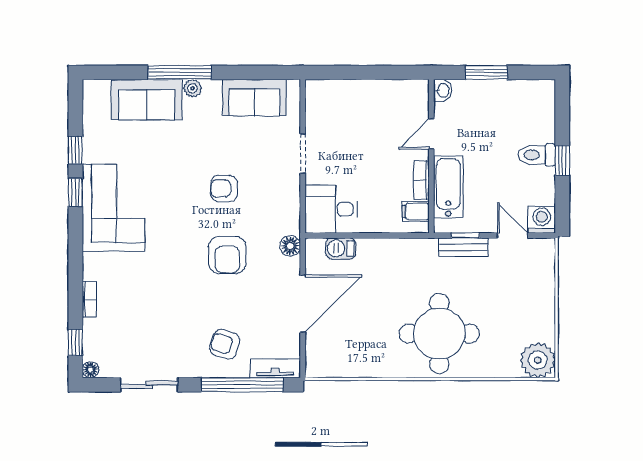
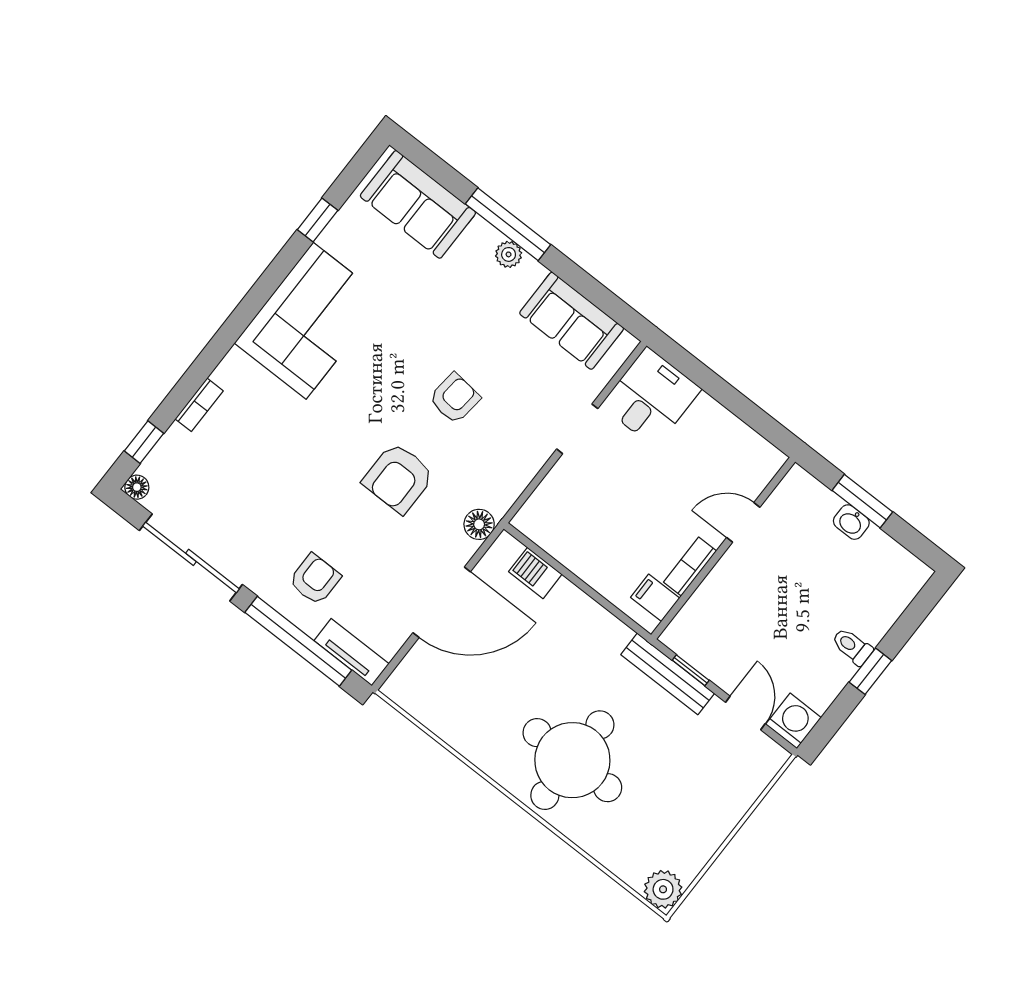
washbasin: (443, 90) -> (851, 522), moved, turned 90
sofa: (147, 100) -> (418, 204), moved
toilet: (537, 155) -> (852, 646), width x0.73, depth x0.72
bathtub: (448, 187) -> (715, 599), removed
armchair: (224, 188) -> (455, 398), turned 96
window: (75, 192) -> (279, 269), removed
desk: (331, 209) -> (651, 397), moved, turned 90
bench: (463, 247) -> (668, 674), width x1.36
armchair: (225, 344) -> (315, 579), turned 74
plant: (538, 360) -> (663, 889), width x0.73, depth x0.73
sliding door: (149, 385) -> (191, 557), width x1.37

